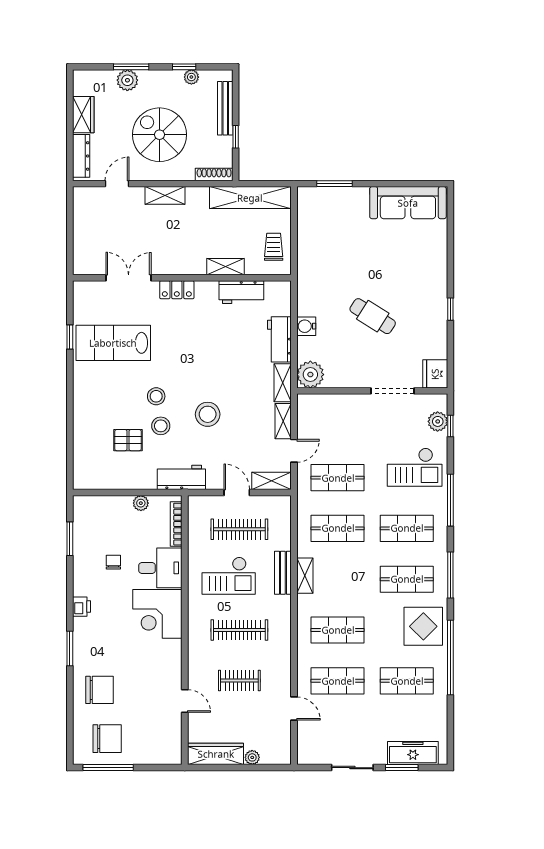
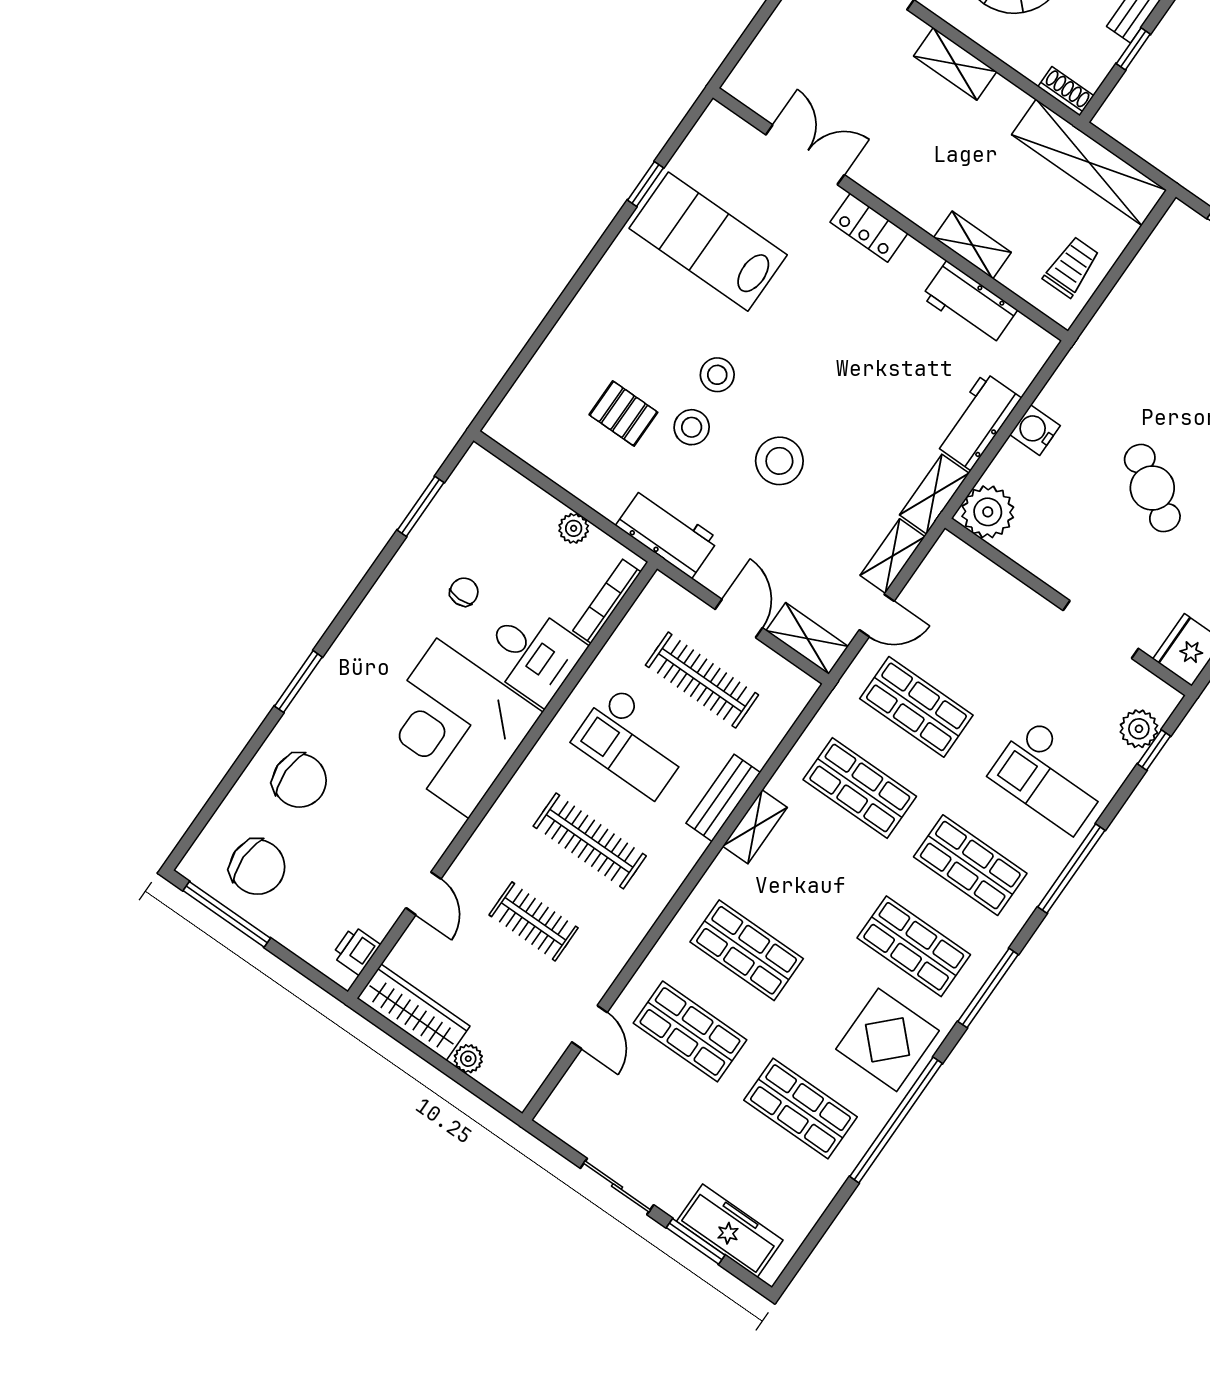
shoe rack: (214, 174) -> (1066, 91), width x0.70
printer: (82, 607) -> (356, 950), moved, turned 180
corner desk: (157, 614) -> (453, 728), width x1.36, depth x1.36

